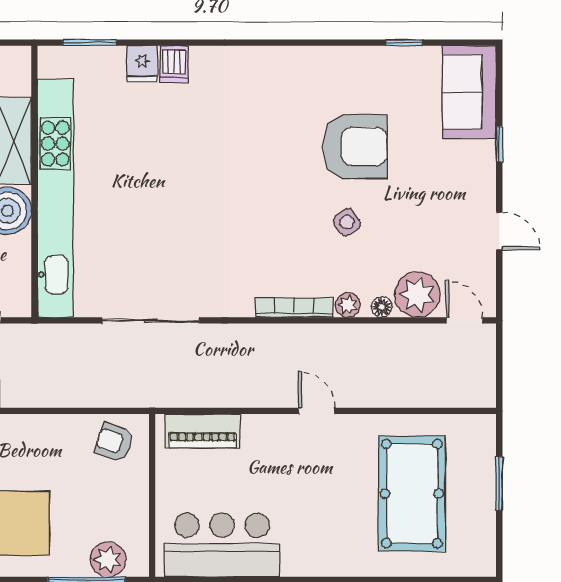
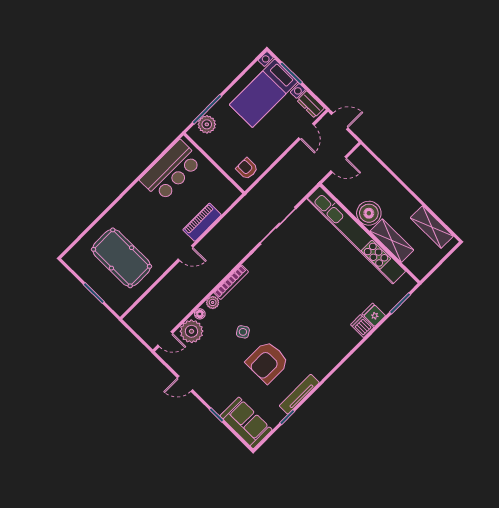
tv unit: (356, 58) -> (299, 394), added
piano: (203, 431) -> (202, 222), moved
armchair: (114, 442) -> (247, 169), turned -109

